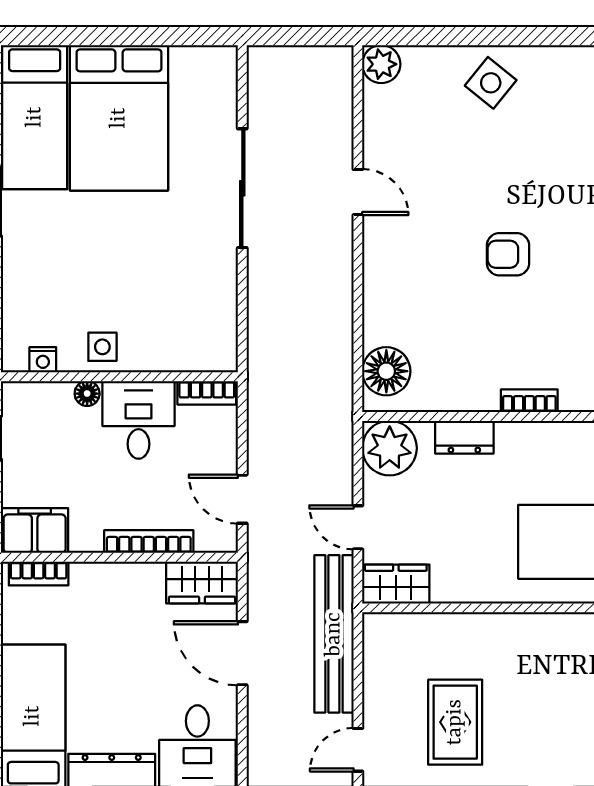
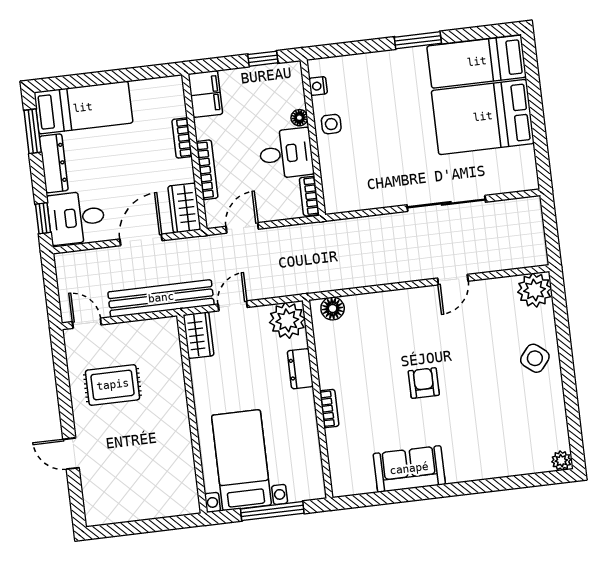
plant: (381, 64) -> (535, 290), width x1.36, depth x1.36
floor lamp: (386, 371) -> (333, 308), width x0.73, depth x0.73
bookcase: (39, 574) -> (182, 138), moved

